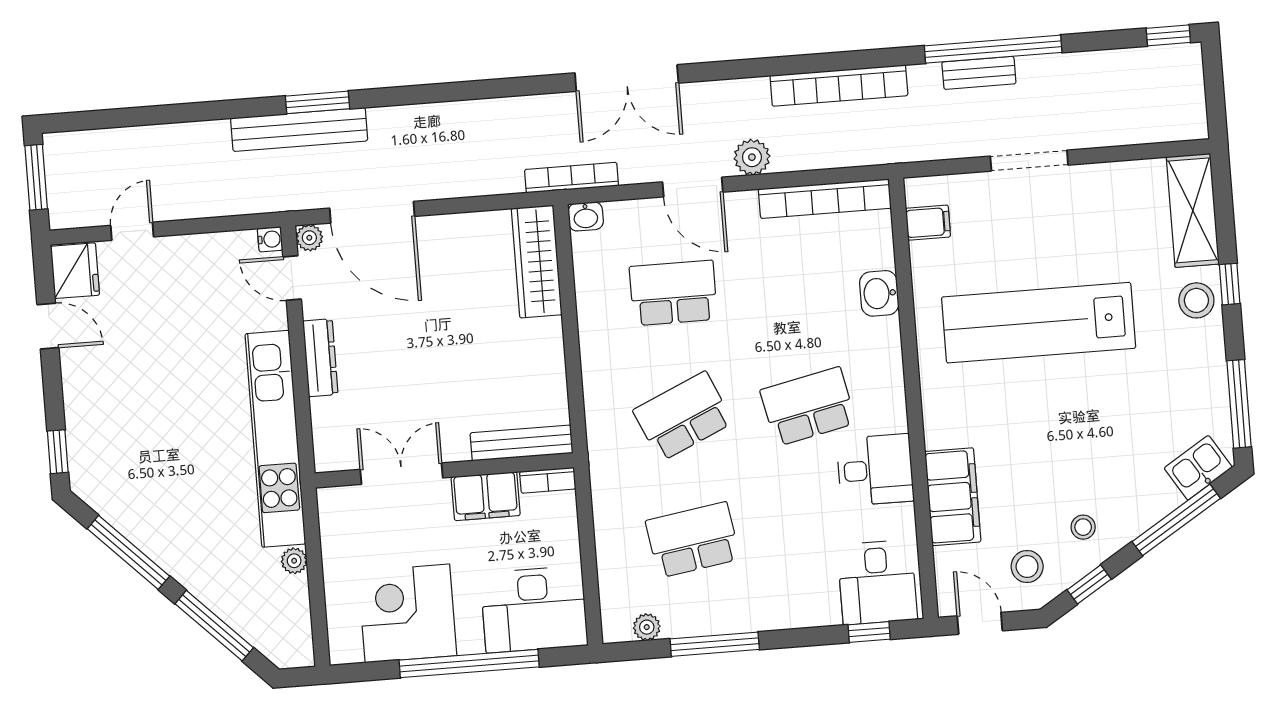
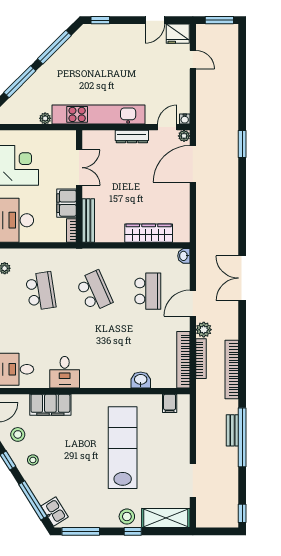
bench: (299, 129) -> (231, 135), removed
doorway: (1029, 161) -> (193, 480), moved
bookcase: (572, 178) -> (201, 359), moved
wardrobe: (537, 262) -> (149, 233), moved
school desk: (808, 407) -> (94, 345), removed

